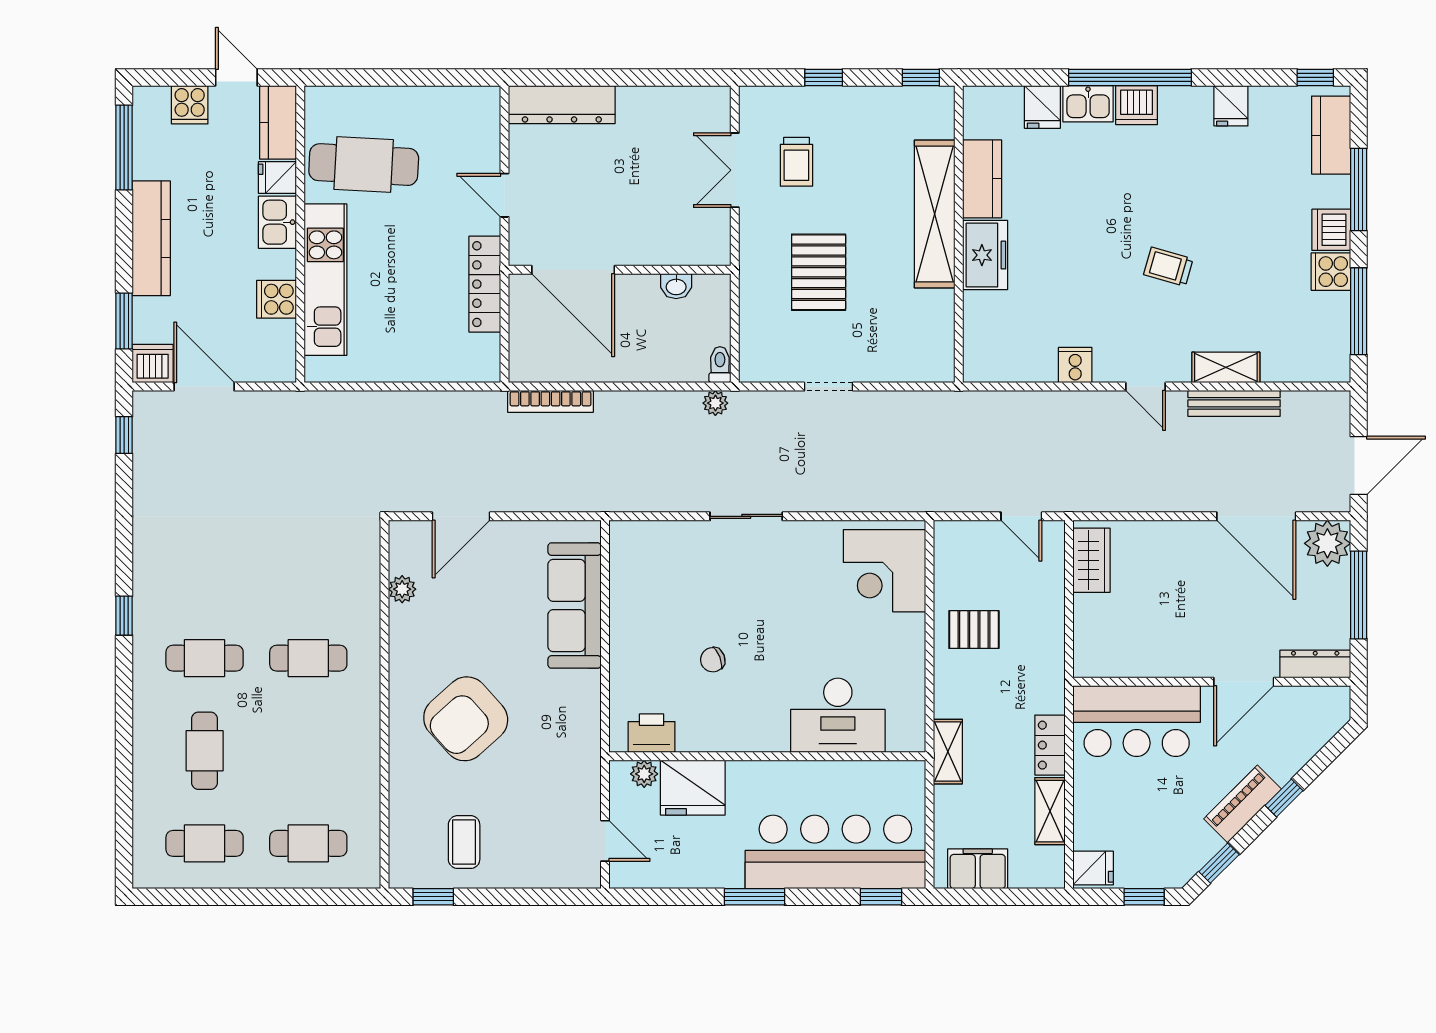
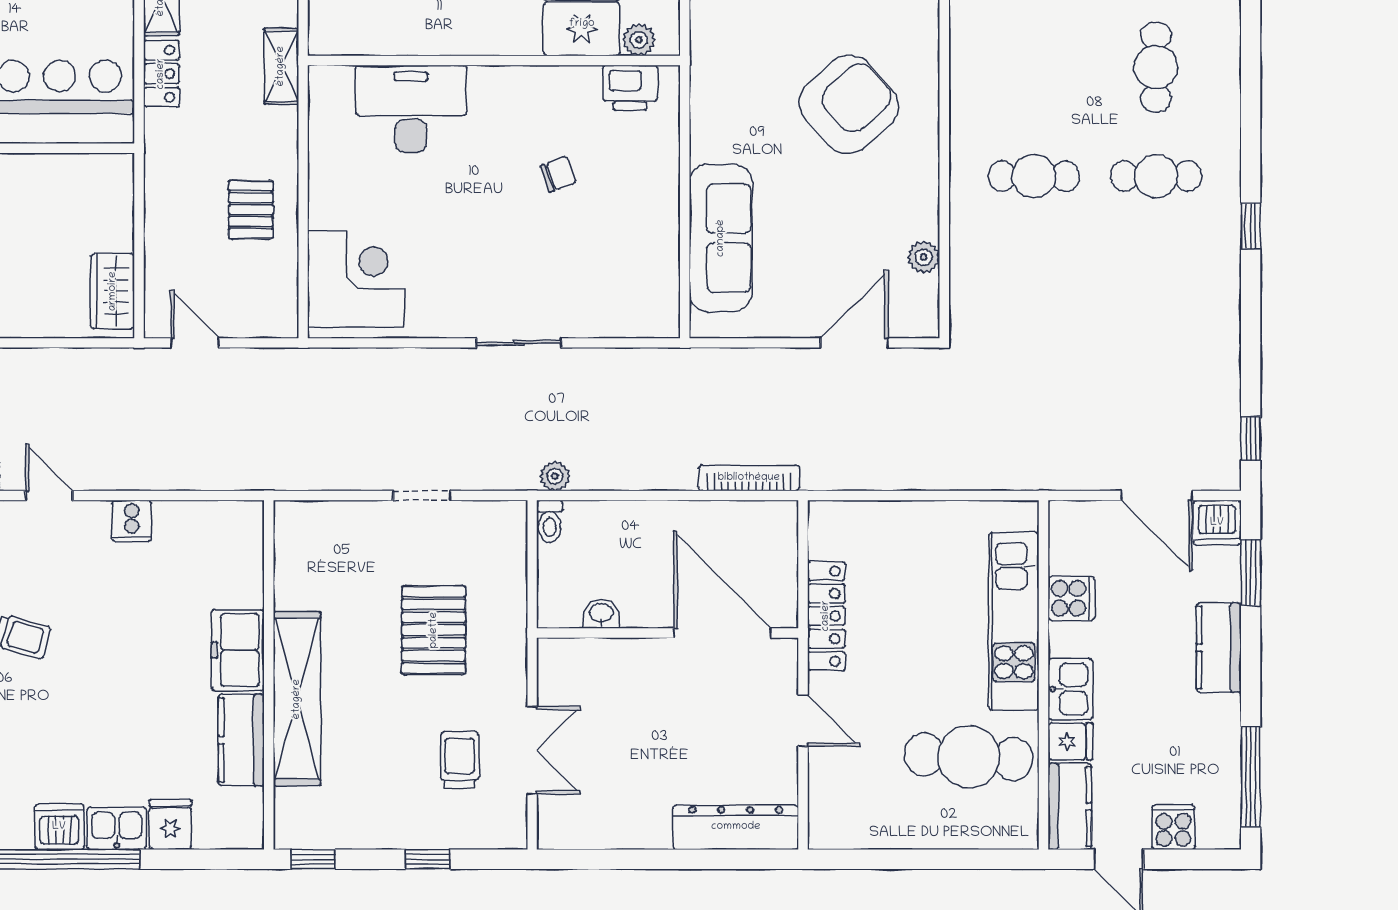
kitchen counter: (151, 238) -> (1219, 648), width x0.67
pallet: (974, 630) -> (251, 210), turned 90

